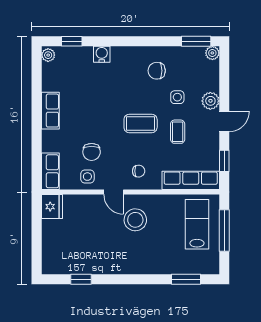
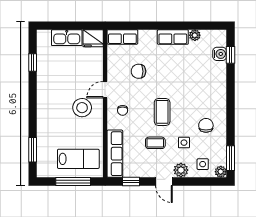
water cooler: (102, 54) -> (220, 54), moved
plant: (48, 55) -> (195, 35), moved
side table: (87, 177) -> (203, 164), moved
kitchen sink: (51, 238) -> (67, 38), added

